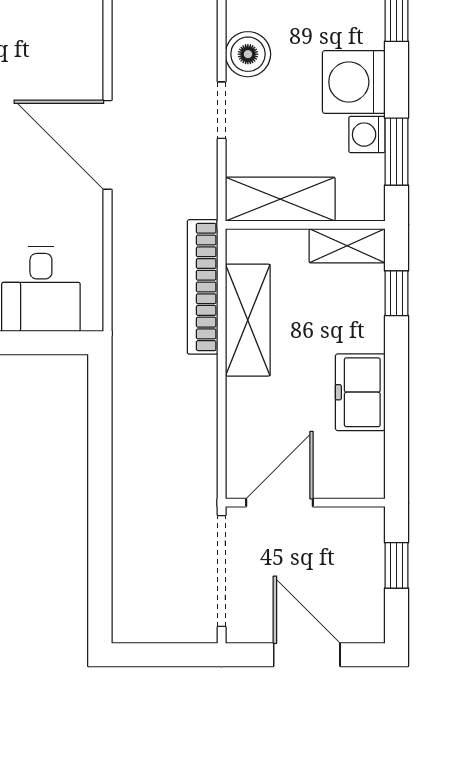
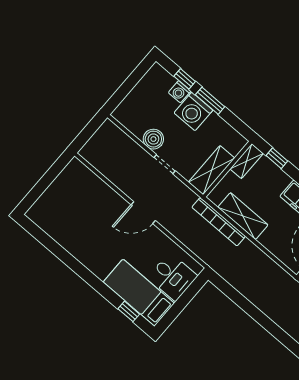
washing machine: (367, 135) -> (180, 92), moved
door: (107, 145) -> (143, 213), width x0.73
window: (397, 152) -> (210, 101), moved

